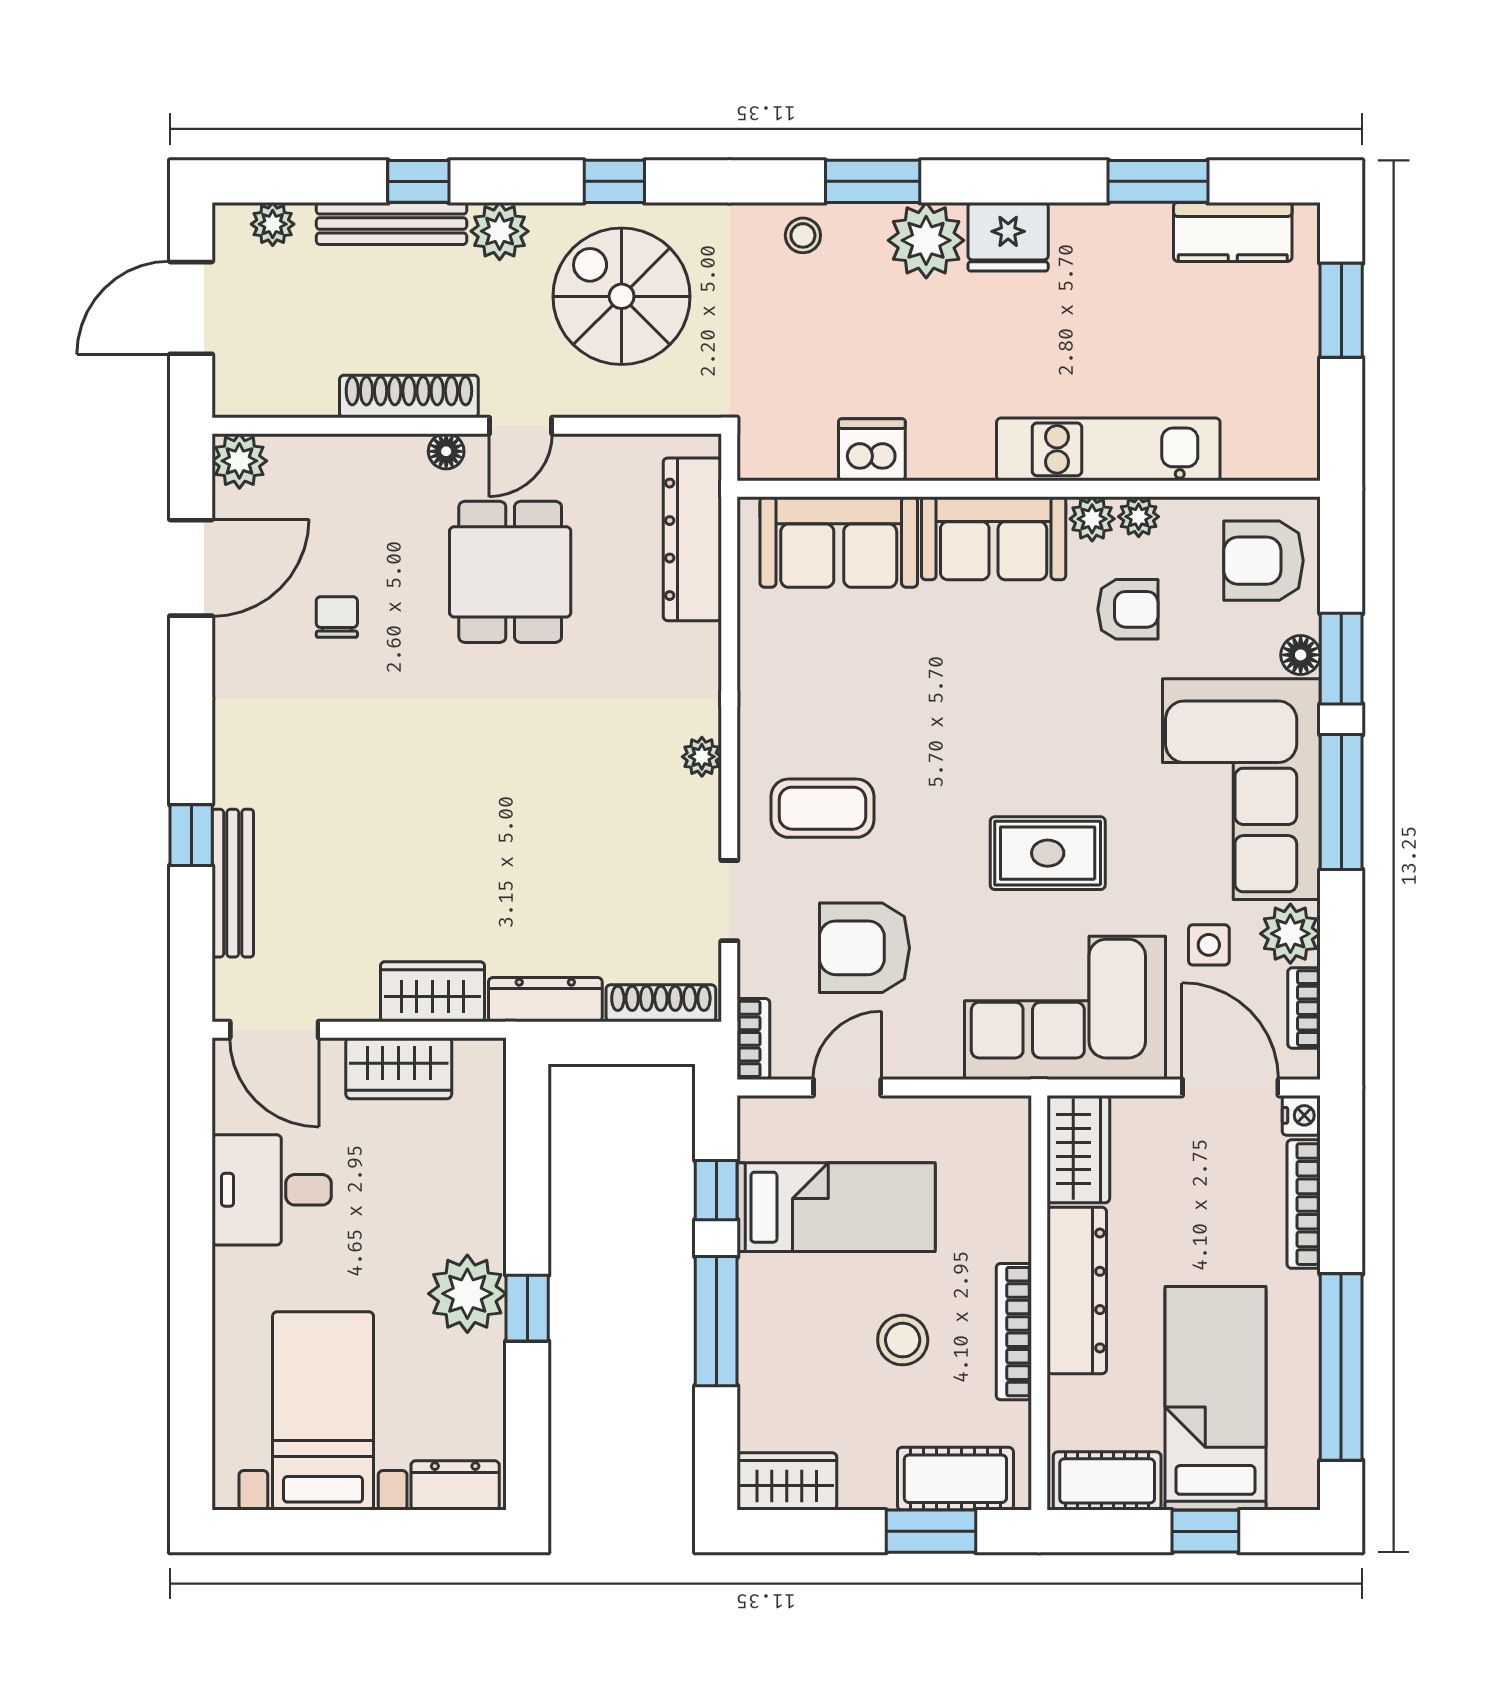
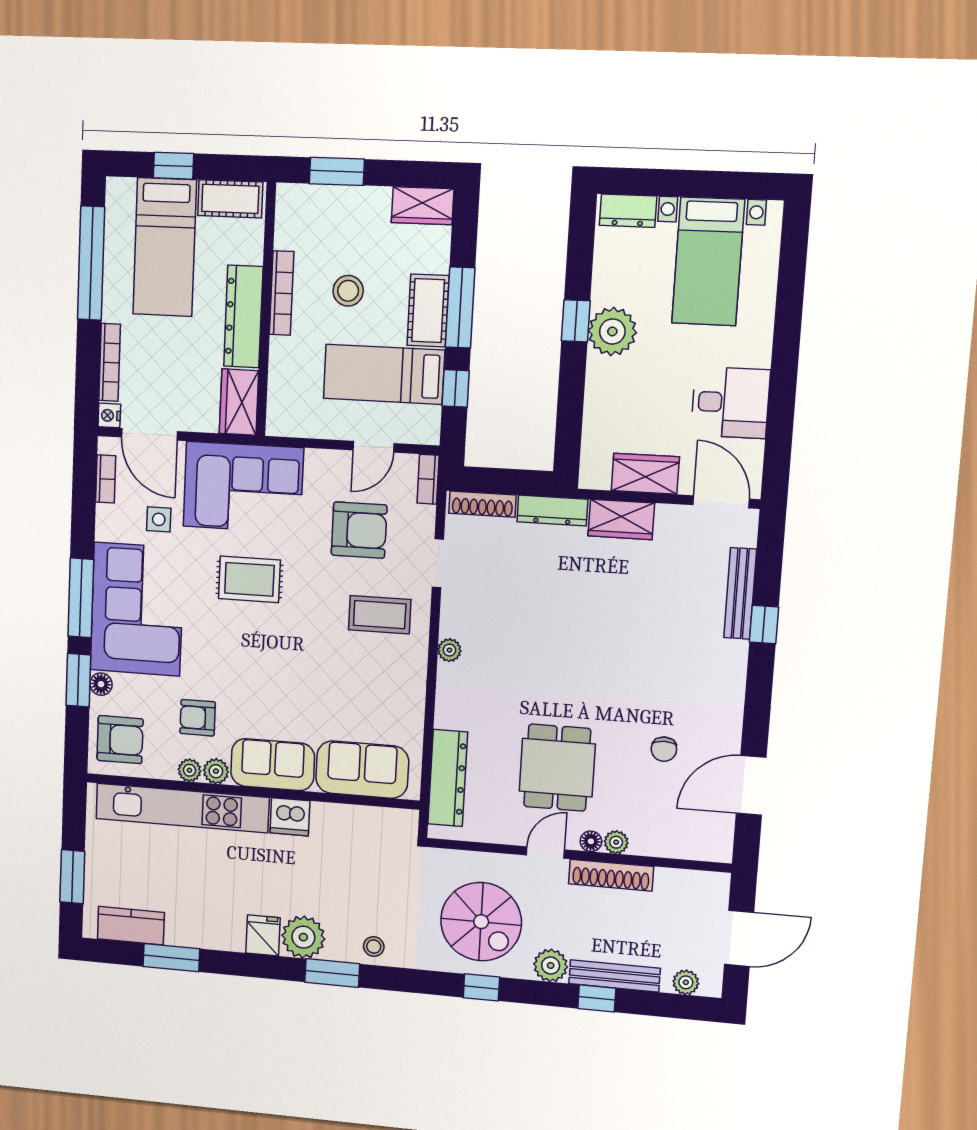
fridge: (1008, 237) -> (263, 935), width x0.72
kitchen unit: (1108, 449) -> (182, 808), width x1.36
dishwasher: (872, 450) -> (290, 817), moved
plant: (239, 461) -> (616, 842), moved, width x0.73, depth x0.73
plant: (1290, 934) -> (112, 523), removed
cot: (955, 1479) -> (428, 311), moved, turned 90

